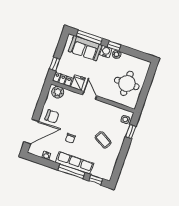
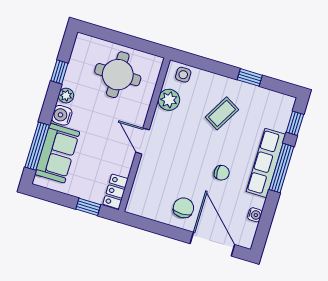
window: (114, 46) -> (59, 72), moved
fridge: (78, 83) -> (120, 163), removed
plant: (58, 92) -> (169, 100), moved
door: (90, 95) -> (142, 141), hinge flipped
window: (131, 132) -> (250, 77), moved

